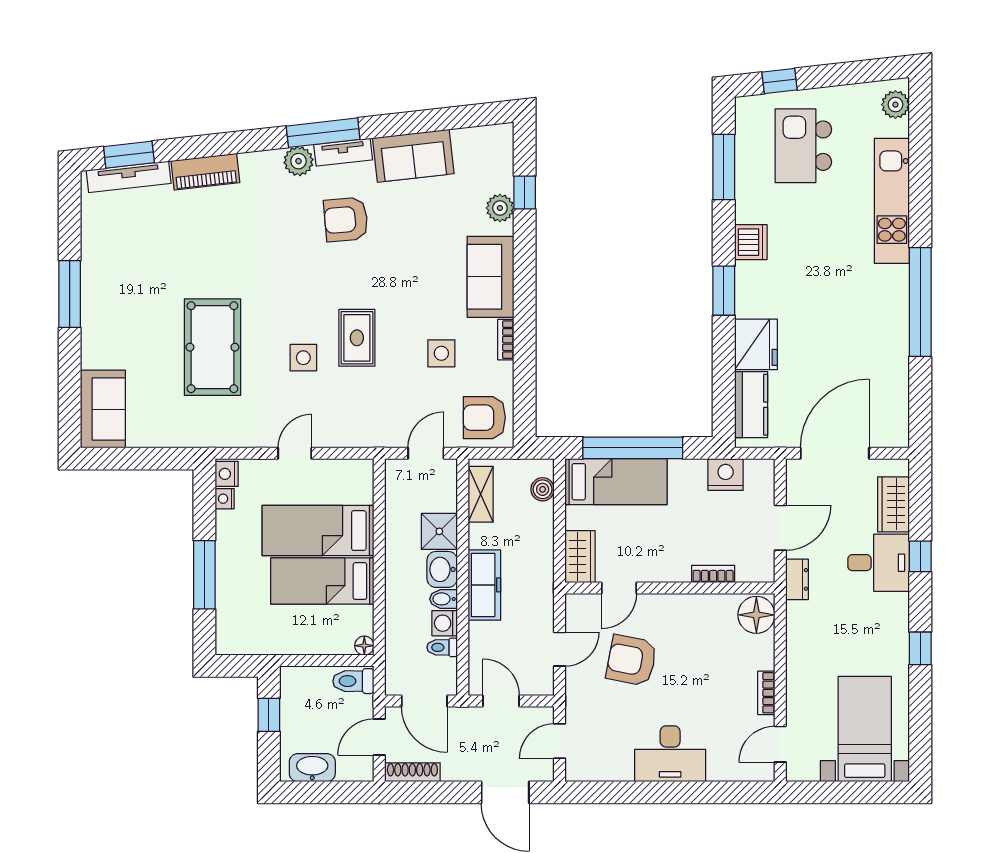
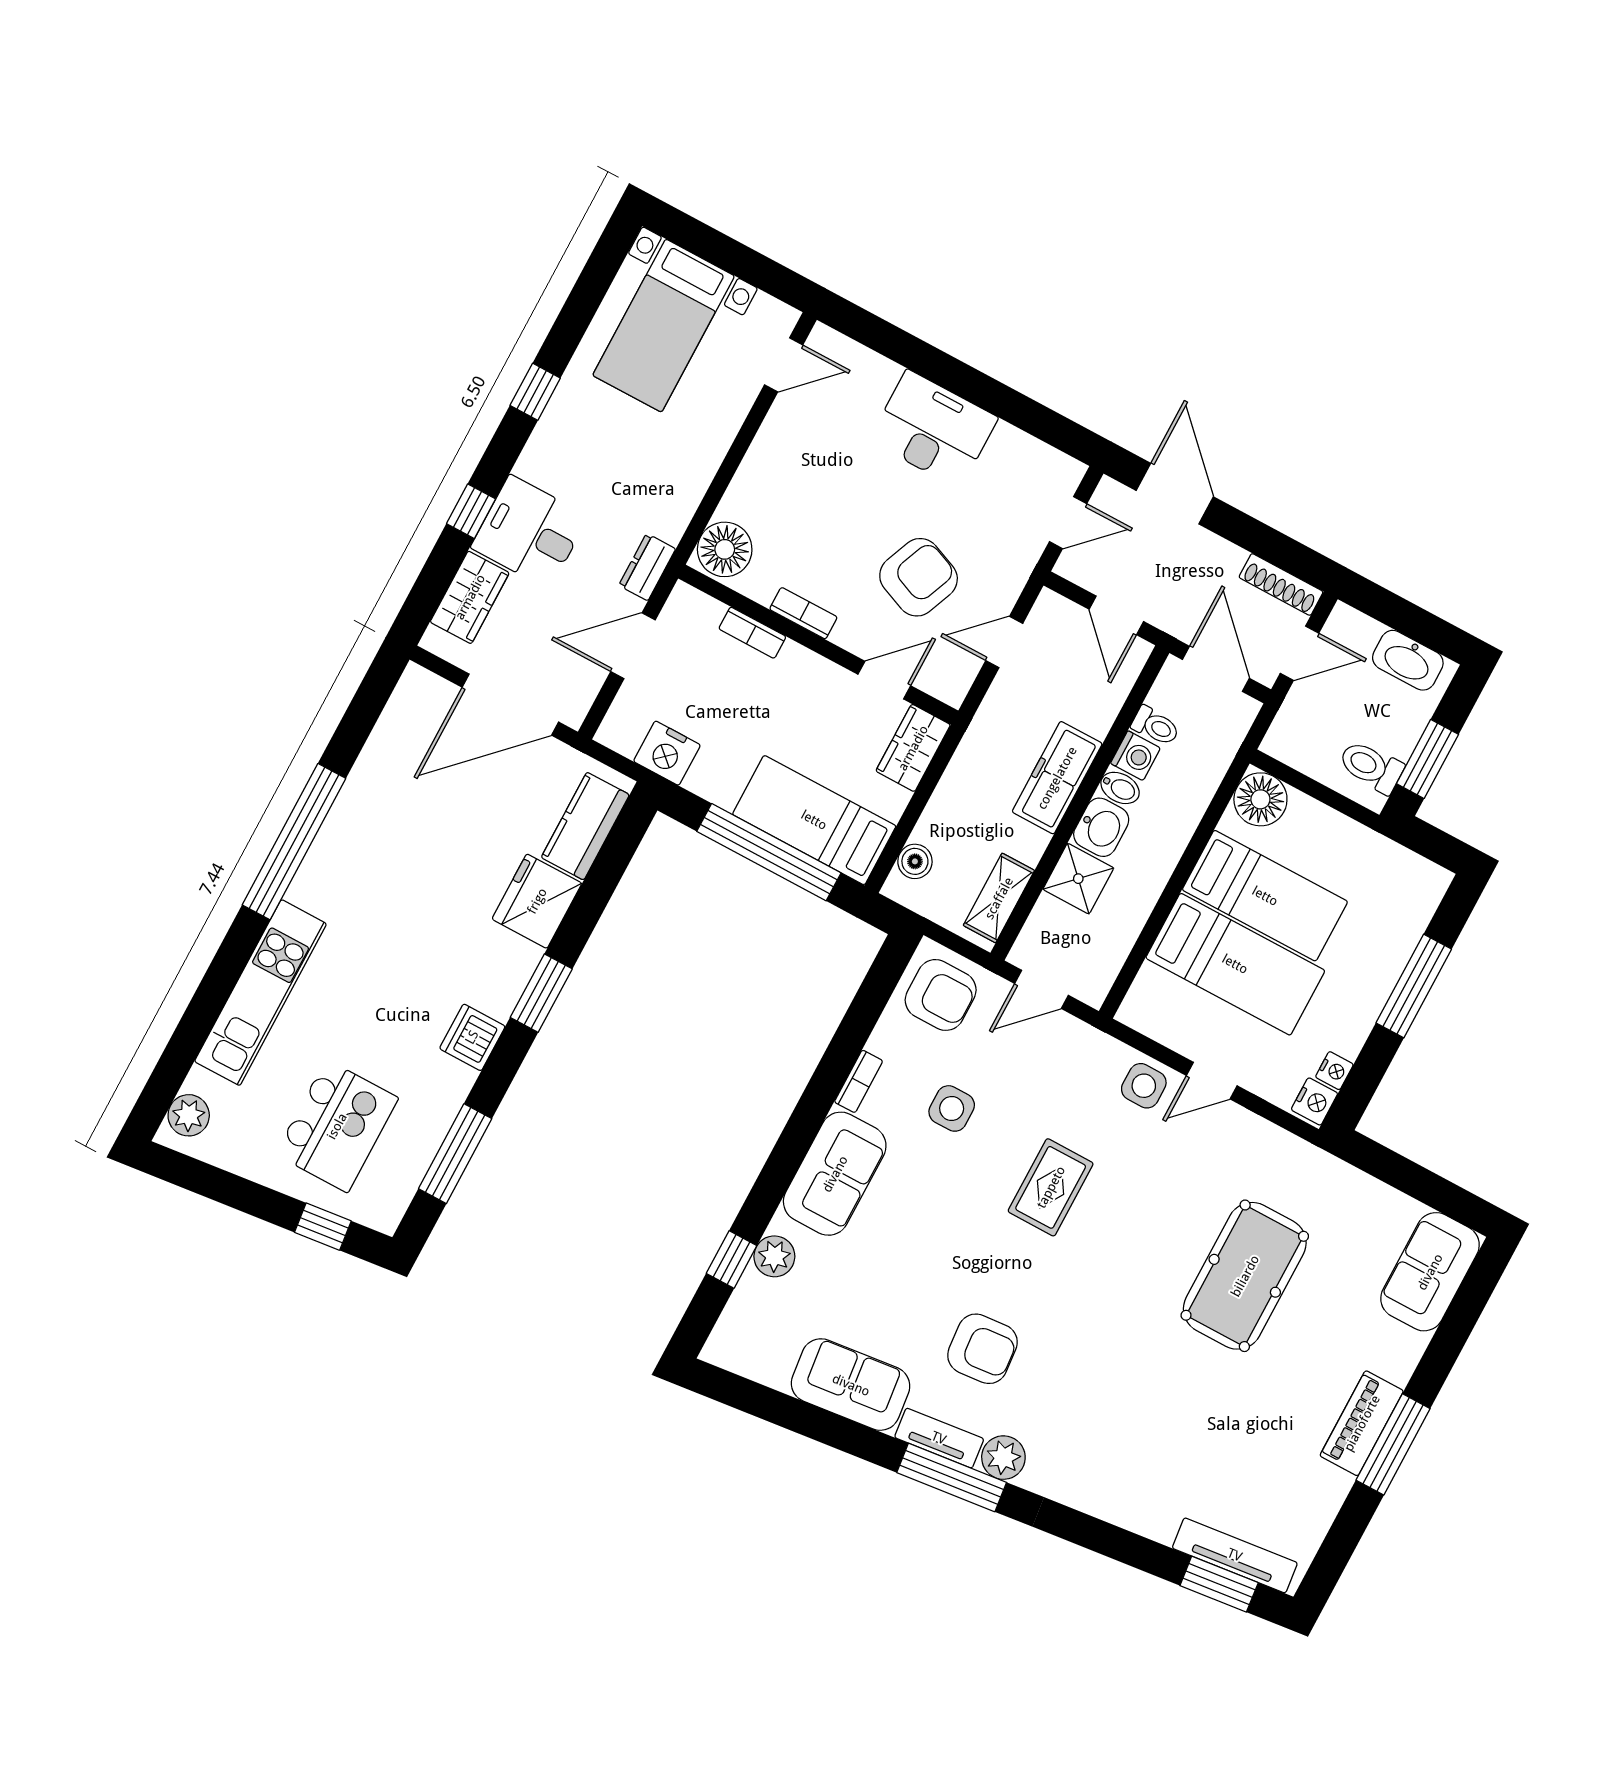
piano: (205, 172) -> (1362, 1423), moved, turned -84
side table: (303, 358) -> (1144, 1086), moved
floor lamp: (364, 646) -> (1260, 799), width x1.89, depth x1.89
armchair: (632, 660) -> (919, 577), turned -79
toilet: (353, 681) -> (1371, 767), moved, turned 180
bookcase: (766, 693) -> (803, 613), moved, turned -90
window: (269, 715) -> (1427, 759), width x1.50

